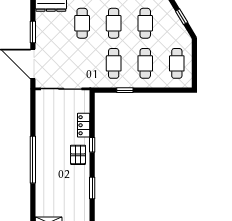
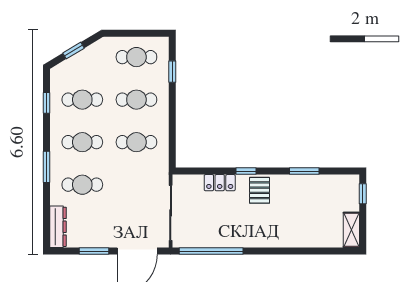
window: (125, 90) -> (172, 72), moved
pallet: (78, 155) -> (260, 190), turned 90
window: (33, 160) -> (211, 251), moved

